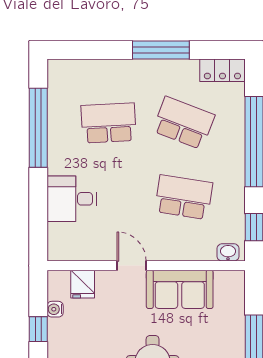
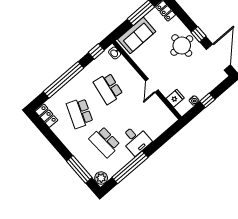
window: (161, 50) -> (79, 169), moved
plant: (60, 71) -> (101, 178), added
desk: (72, 199) -> (136, 140), moved
sofa: (180, 289) -> (137, 35), moved, turned 90

